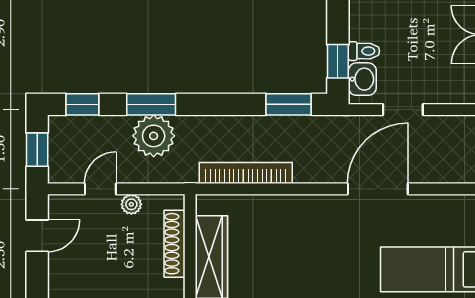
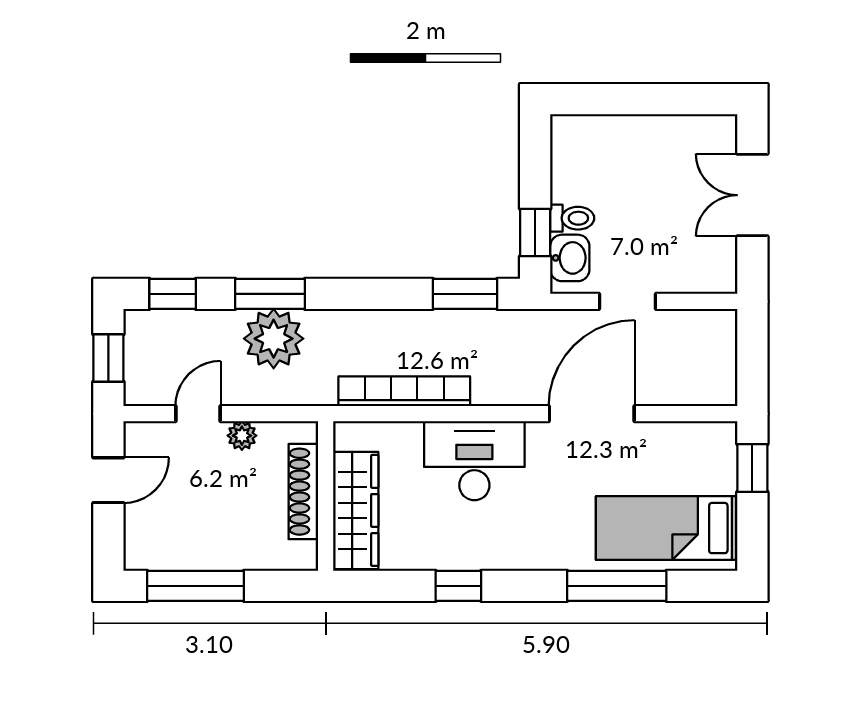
desk: (295, 222) -> (474, 461), added

